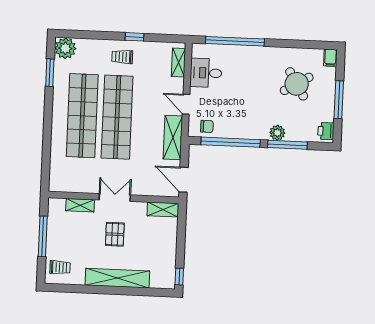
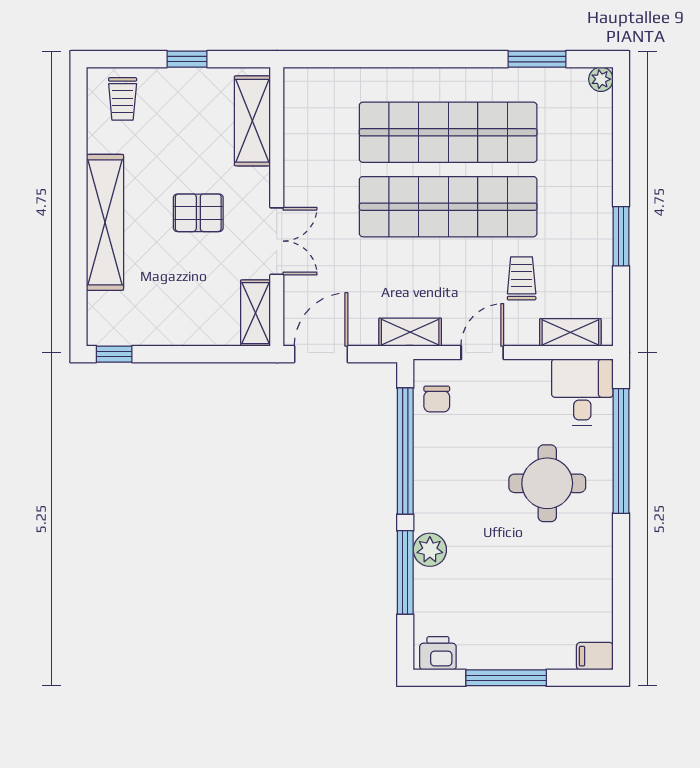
window: (134, 37) -> (621, 236), width x1.50
plant: (65, 48) -> (601, 79), width x0.53, depth x0.53
trolley: (122, 57) -> (522, 278), moved
desk: (206, 73) -> (582, 392), moved
round table: (297, 84) -> (547, 483), moved, turned 31
shelving: (173, 137) -> (410, 332), width x0.67, depth x0.75
double door: (115, 197) -> (277, 241), moved
shelving: (80, 205) -> (252, 121), width x1.50, depth x1.33
window: (43, 236) -> (187, 59), width x0.46

